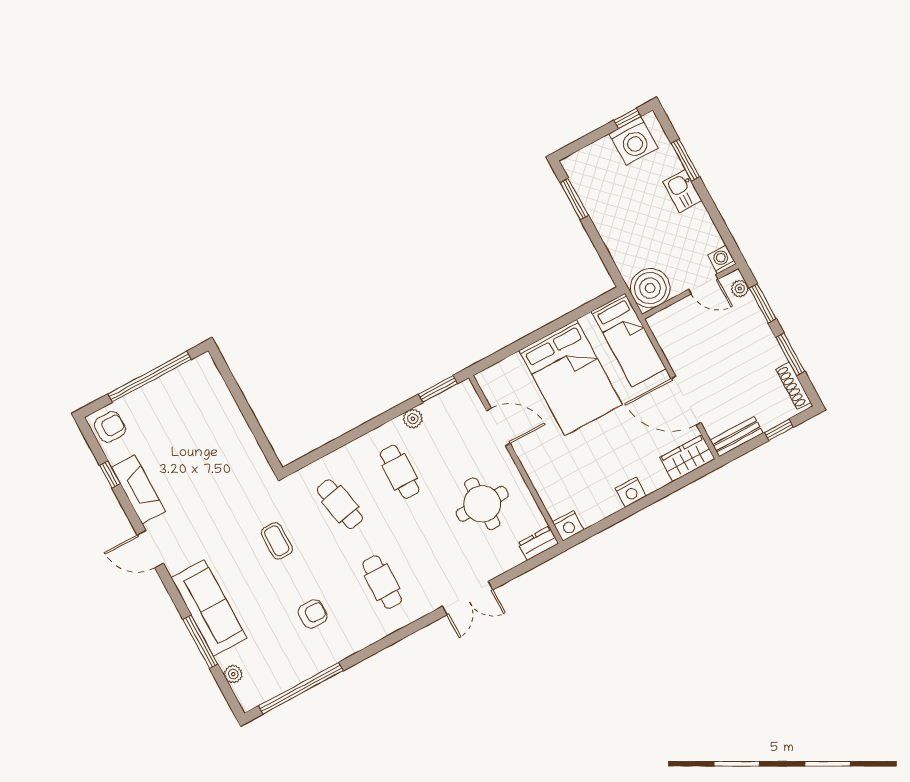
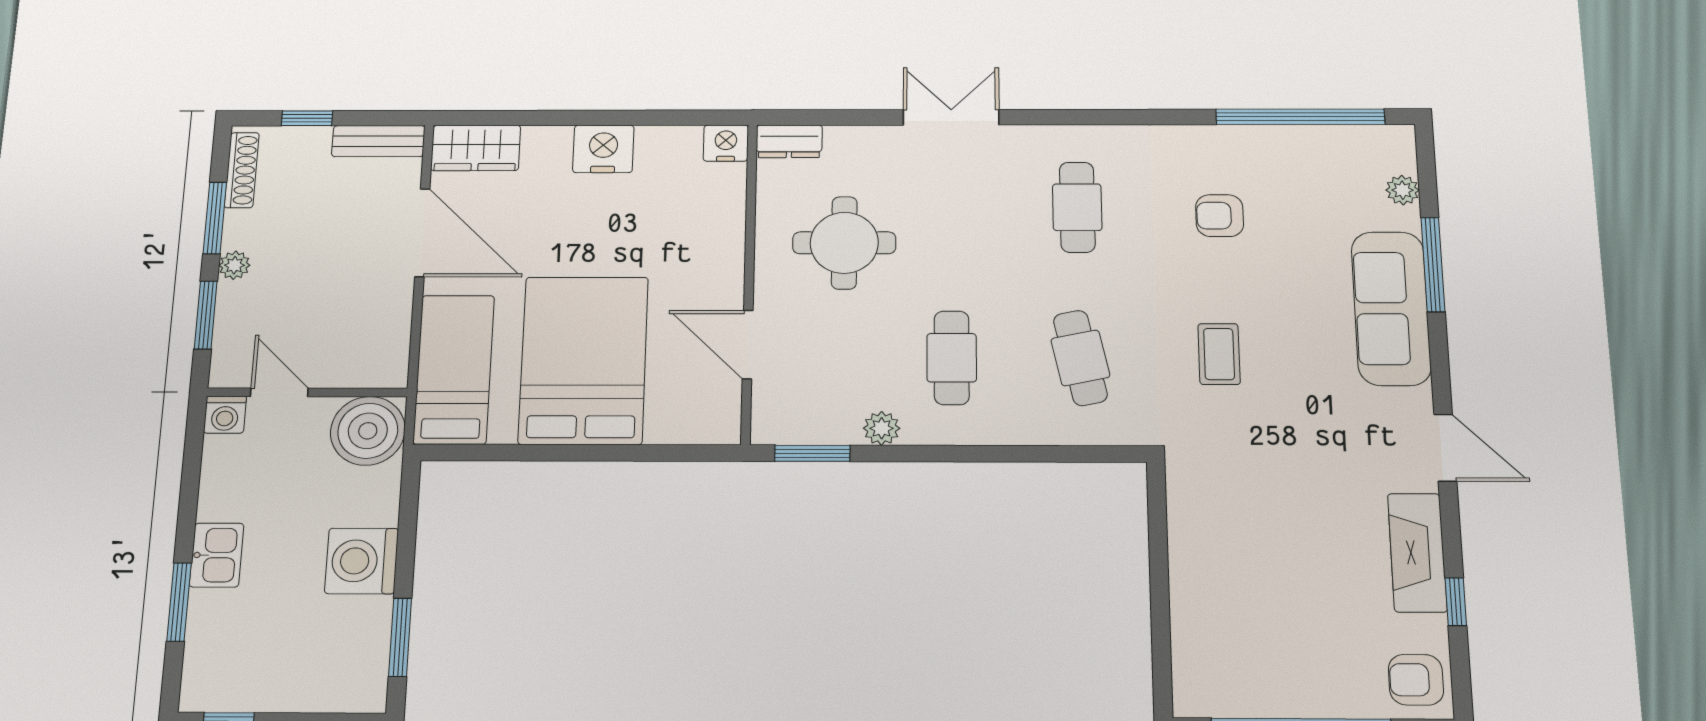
washing machine: (633, 141) -> (362, 561), moved, turned -90
plant: (740, 289) -> (234, 265), moved
nightstand: (631, 492) -> (603, 149), width x1.36, depth x1.33

